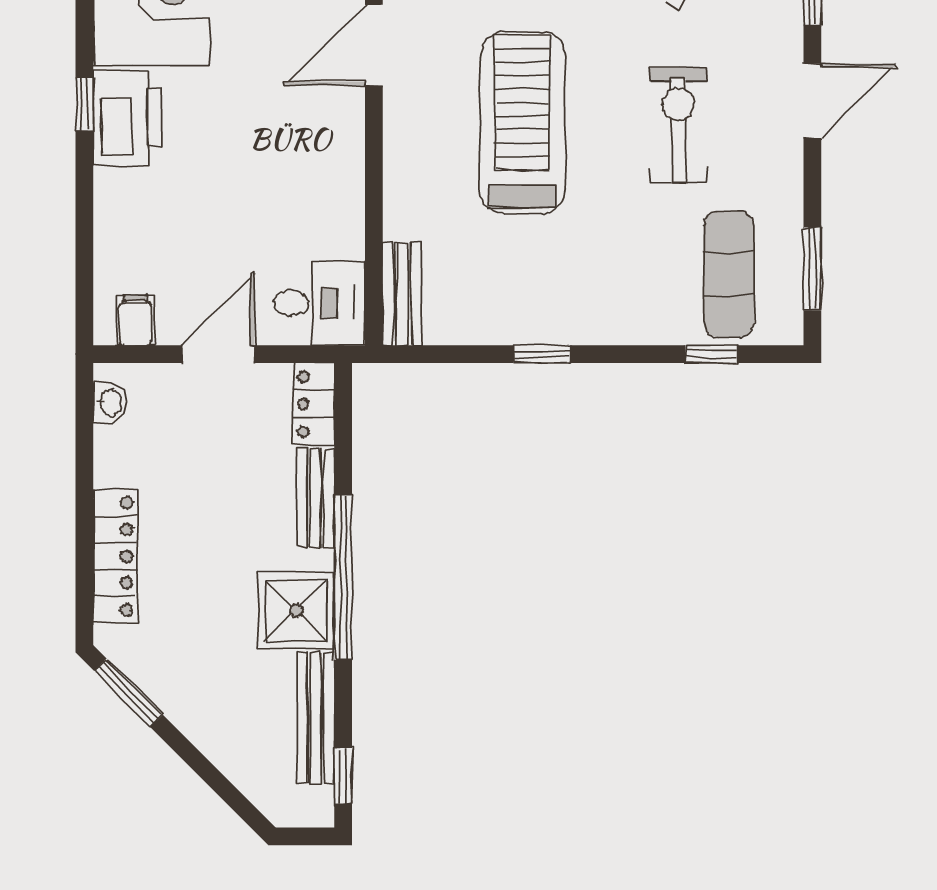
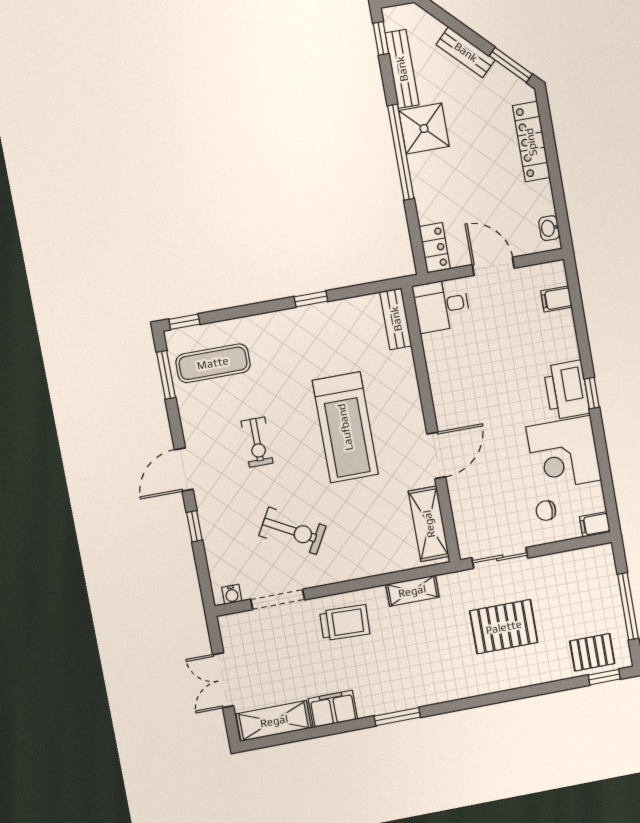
exercise bike: (678, 125) -> (257, 442), width x0.73, depth x0.72
exercise mat: (729, 274) -> (213, 363), turned 90
filing cabinet: (135, 320) -> (556, 299), moved, turned 90
door: (218, 354) -> (493, 266), swing flipped
window: (711, 354) -> (184, 322), moved
bench: (315, 498) -> (466, 52), moved, turned -45

